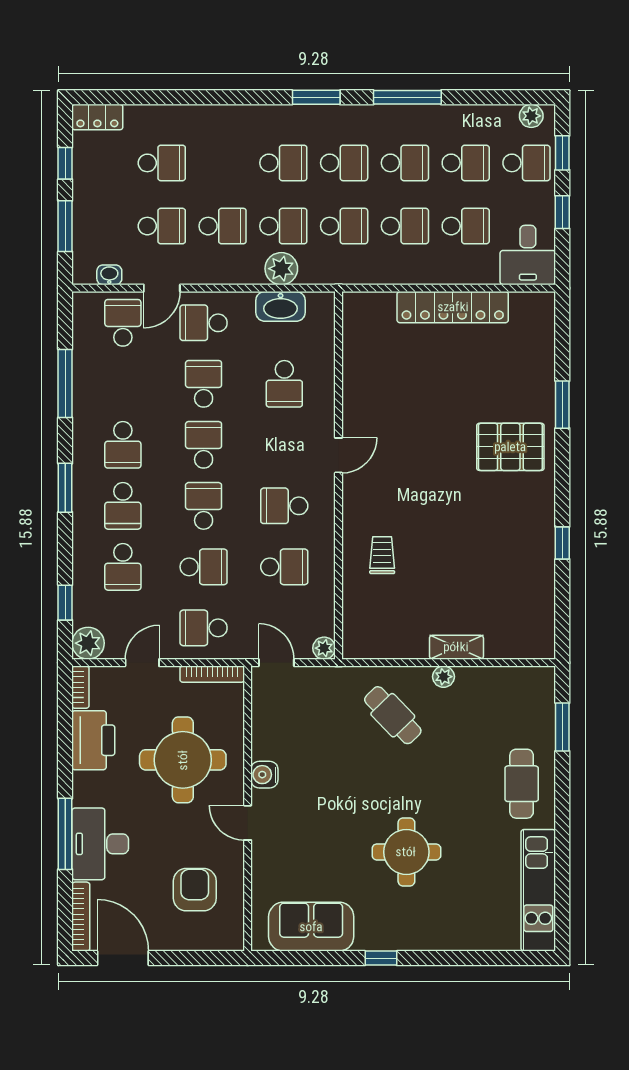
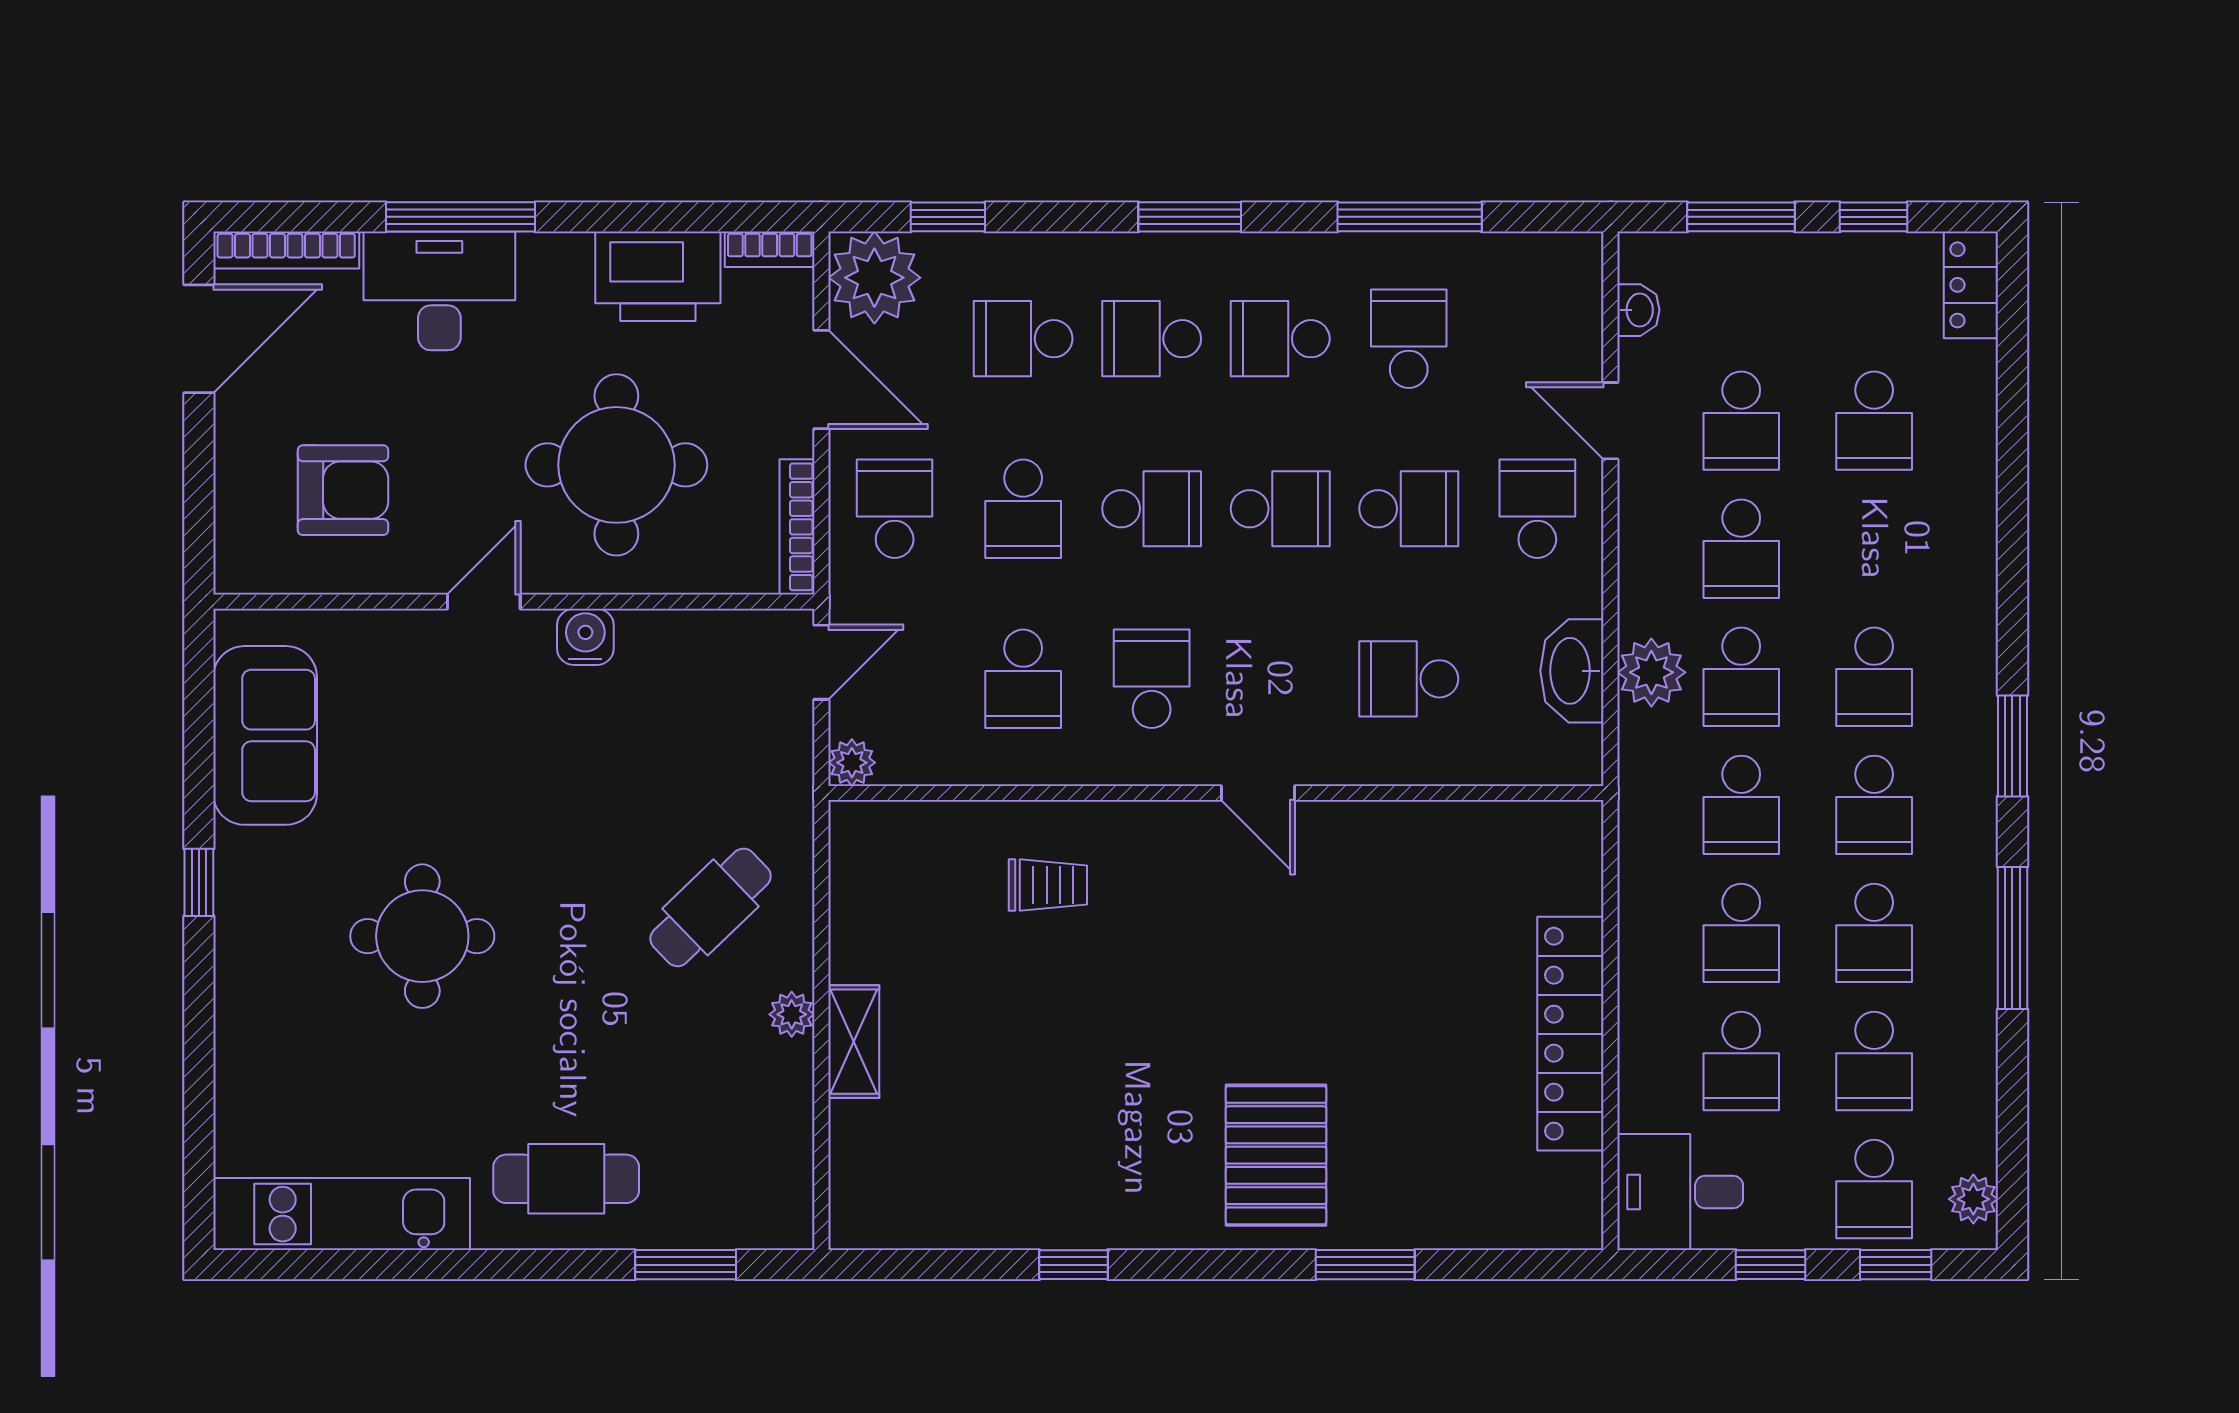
school desk: (123, 323) -> (1409, 339), moved, turned -90
plant: (88, 643) -> (874, 278), width x1.36, depth x1.36
door: (142, 663) -> (821, 379), width x1.37

